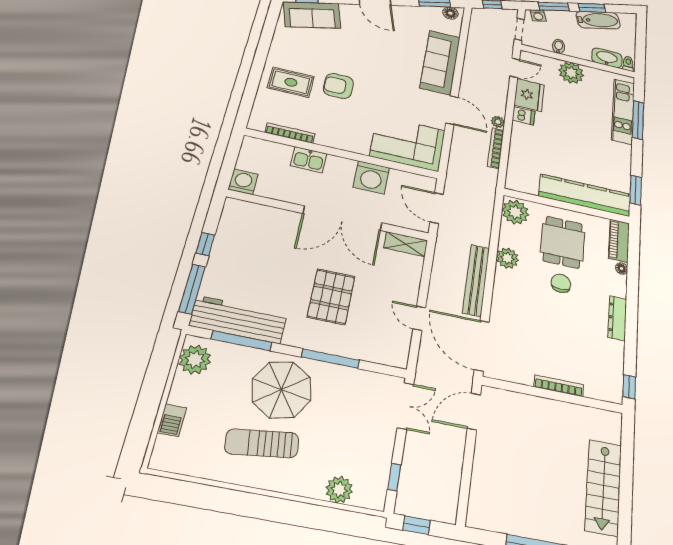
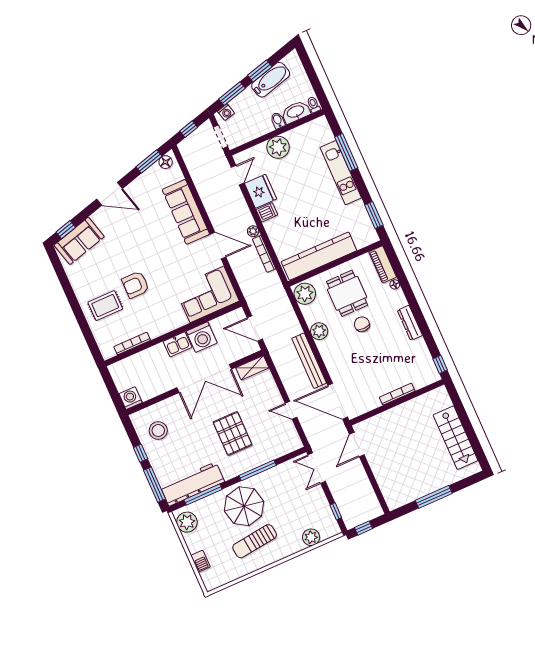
bidet: (559, 46) -> (278, 120), moved
kitchen unit: (623, 111) -> (341, 173), moved
kitchen sink: (309, 160) -> (178, 344), moved
kitchen counter: (585, 195) -> (319, 256), moved
stool: (246, 235) -> (158, 431), added
double door: (405, 406) -> (317, 468), swing flipped

